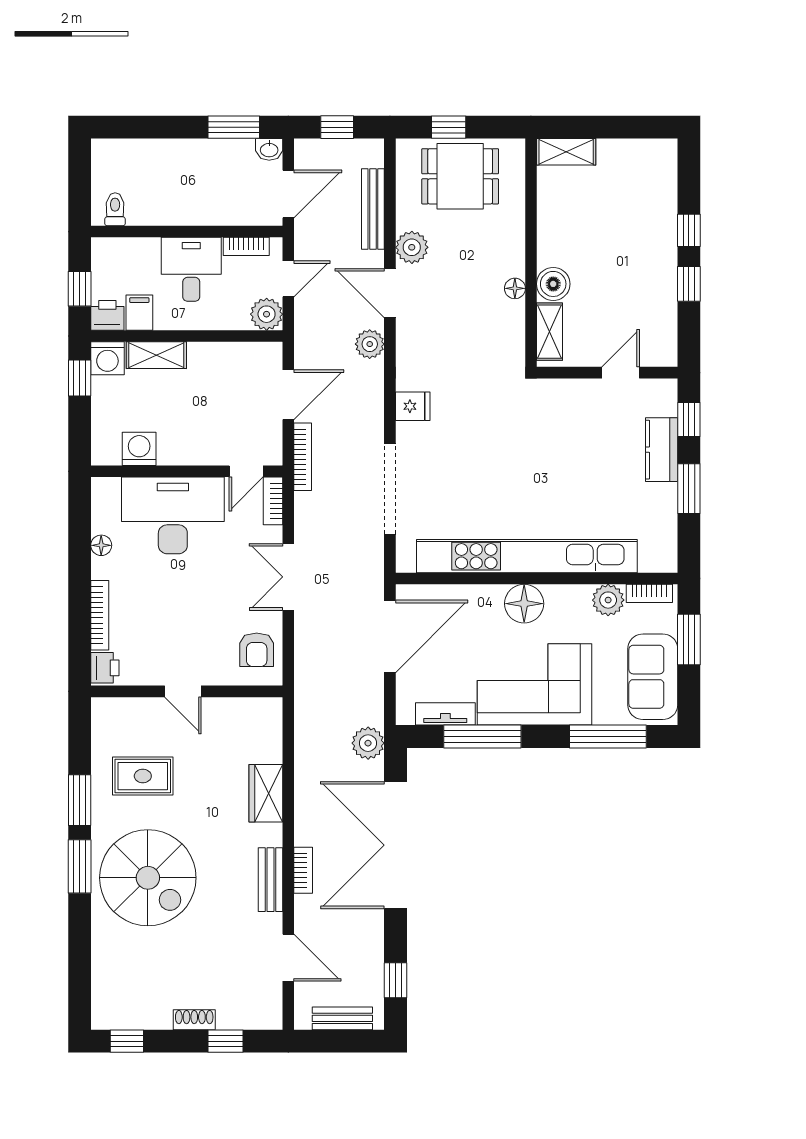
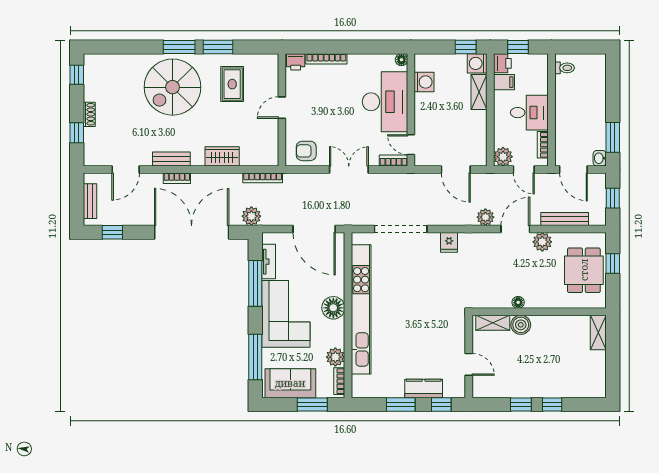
bookcase: (303, 457) -> (263, 178), moved
floor lamp: (101, 545) -> (401, 60), moved

